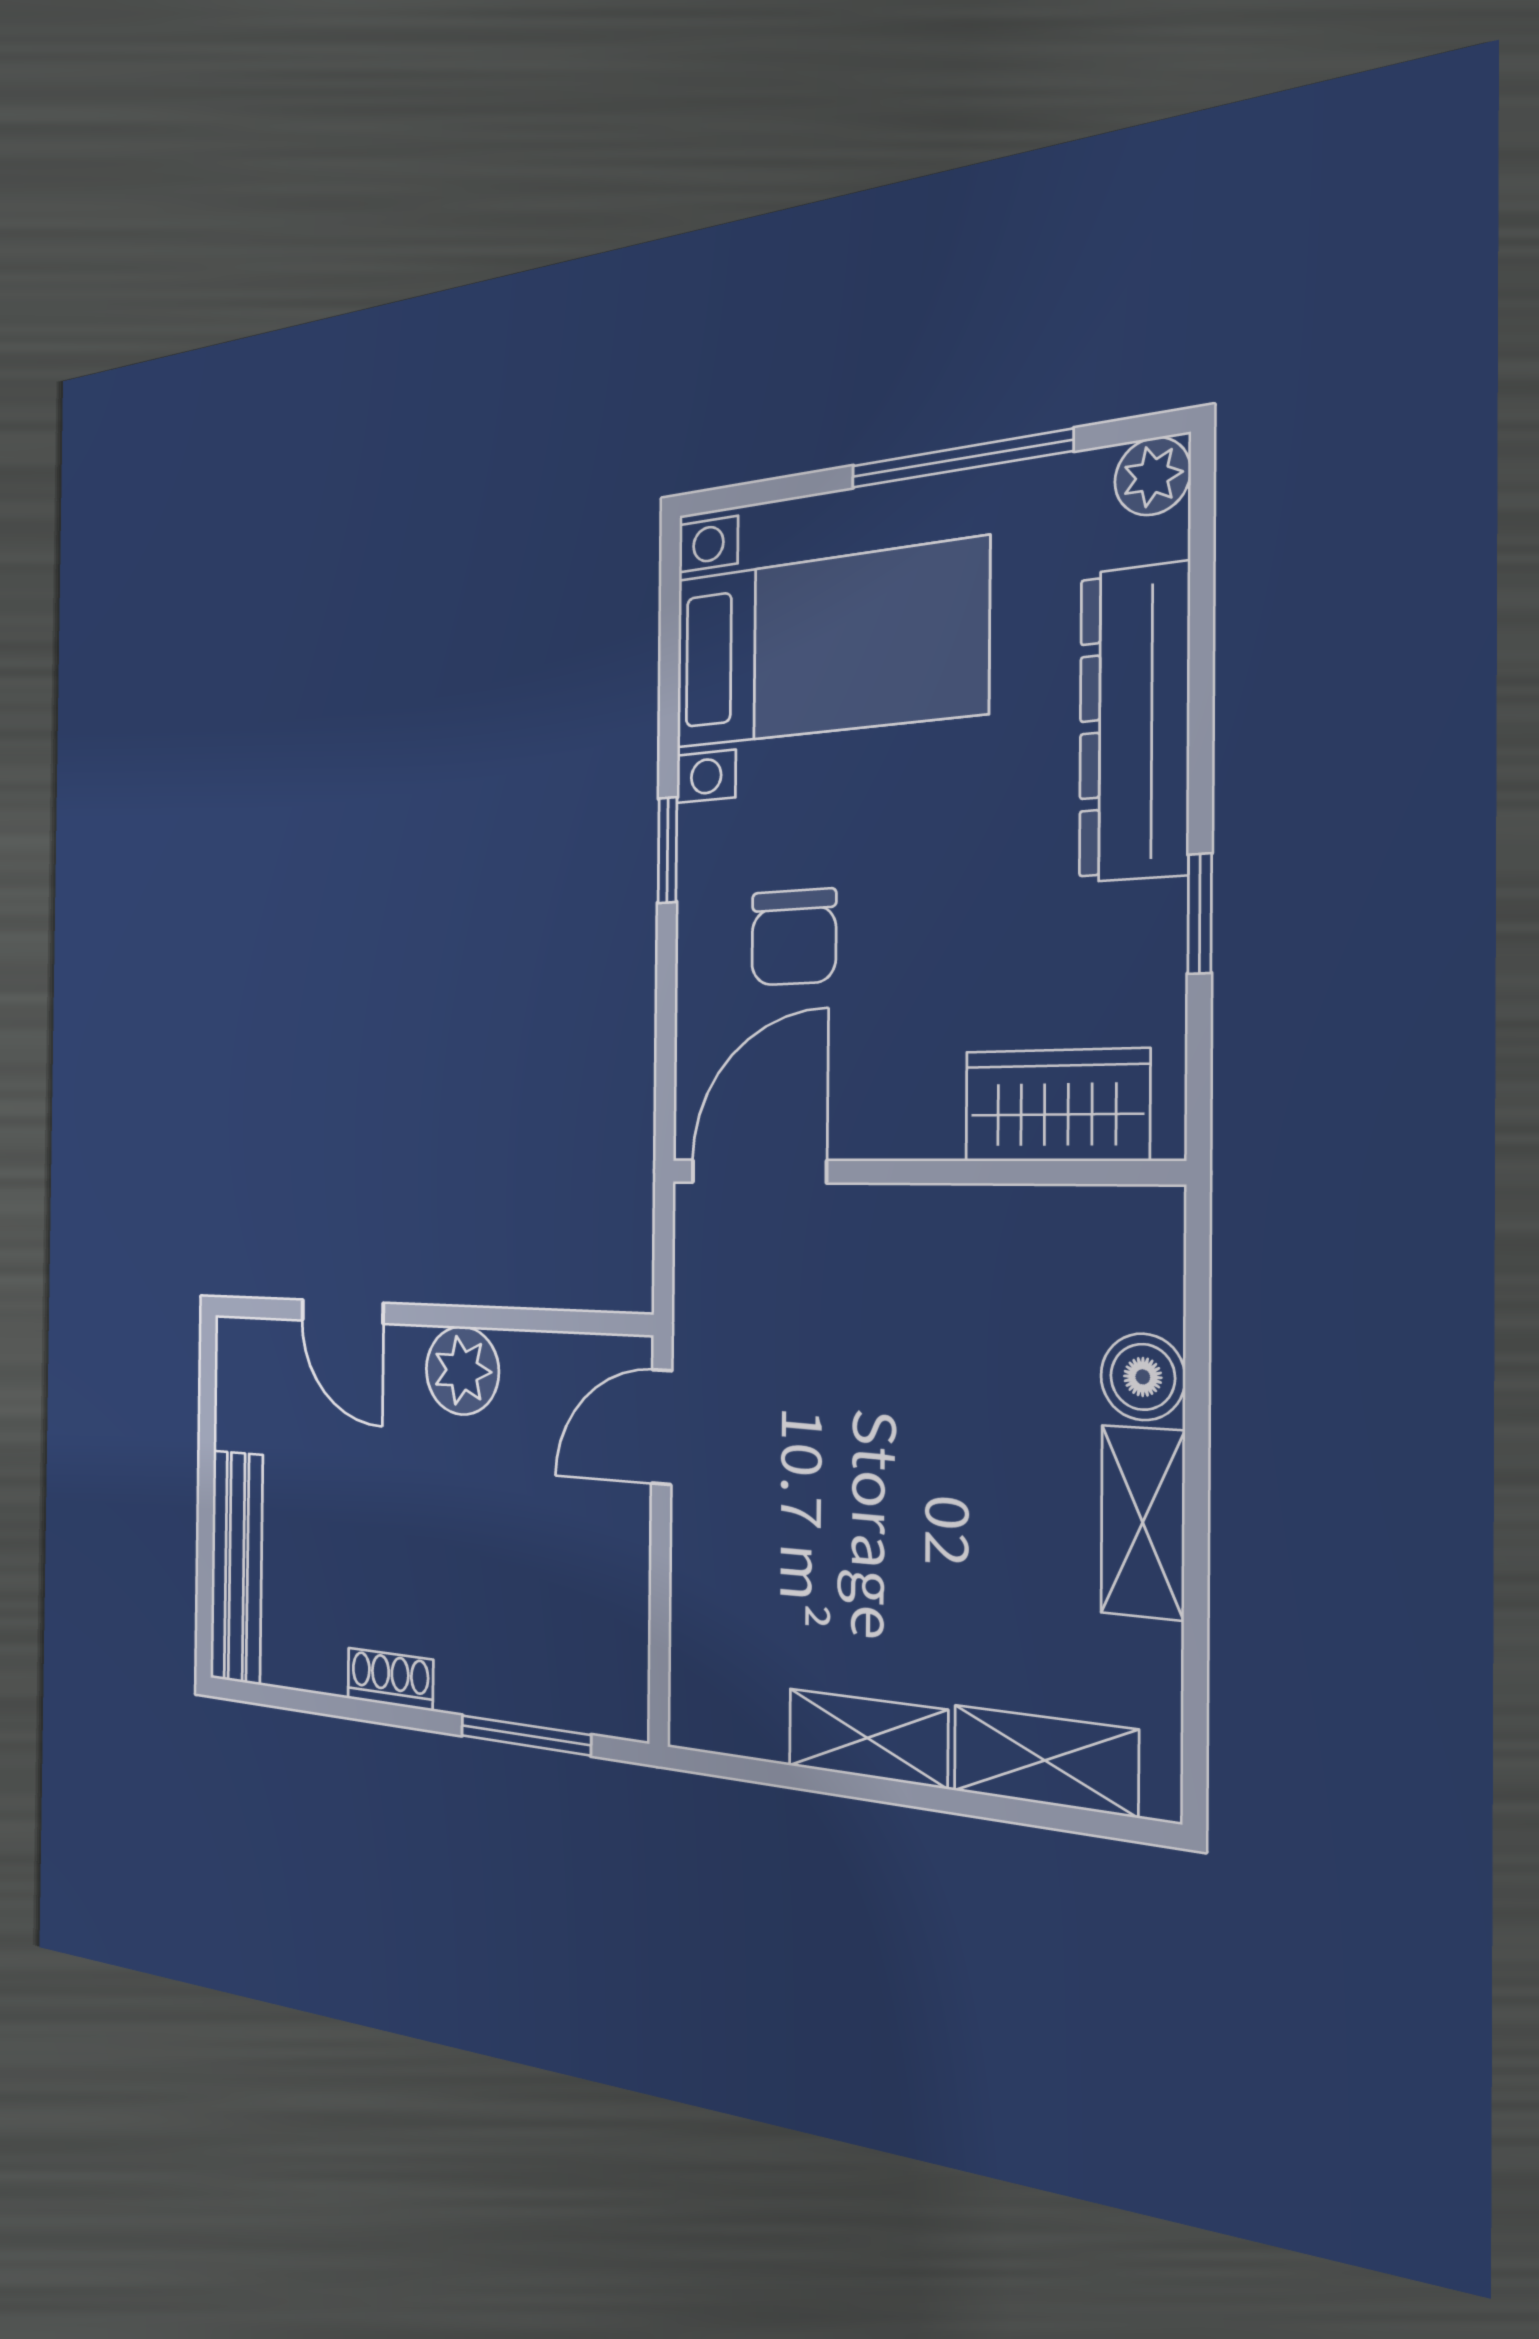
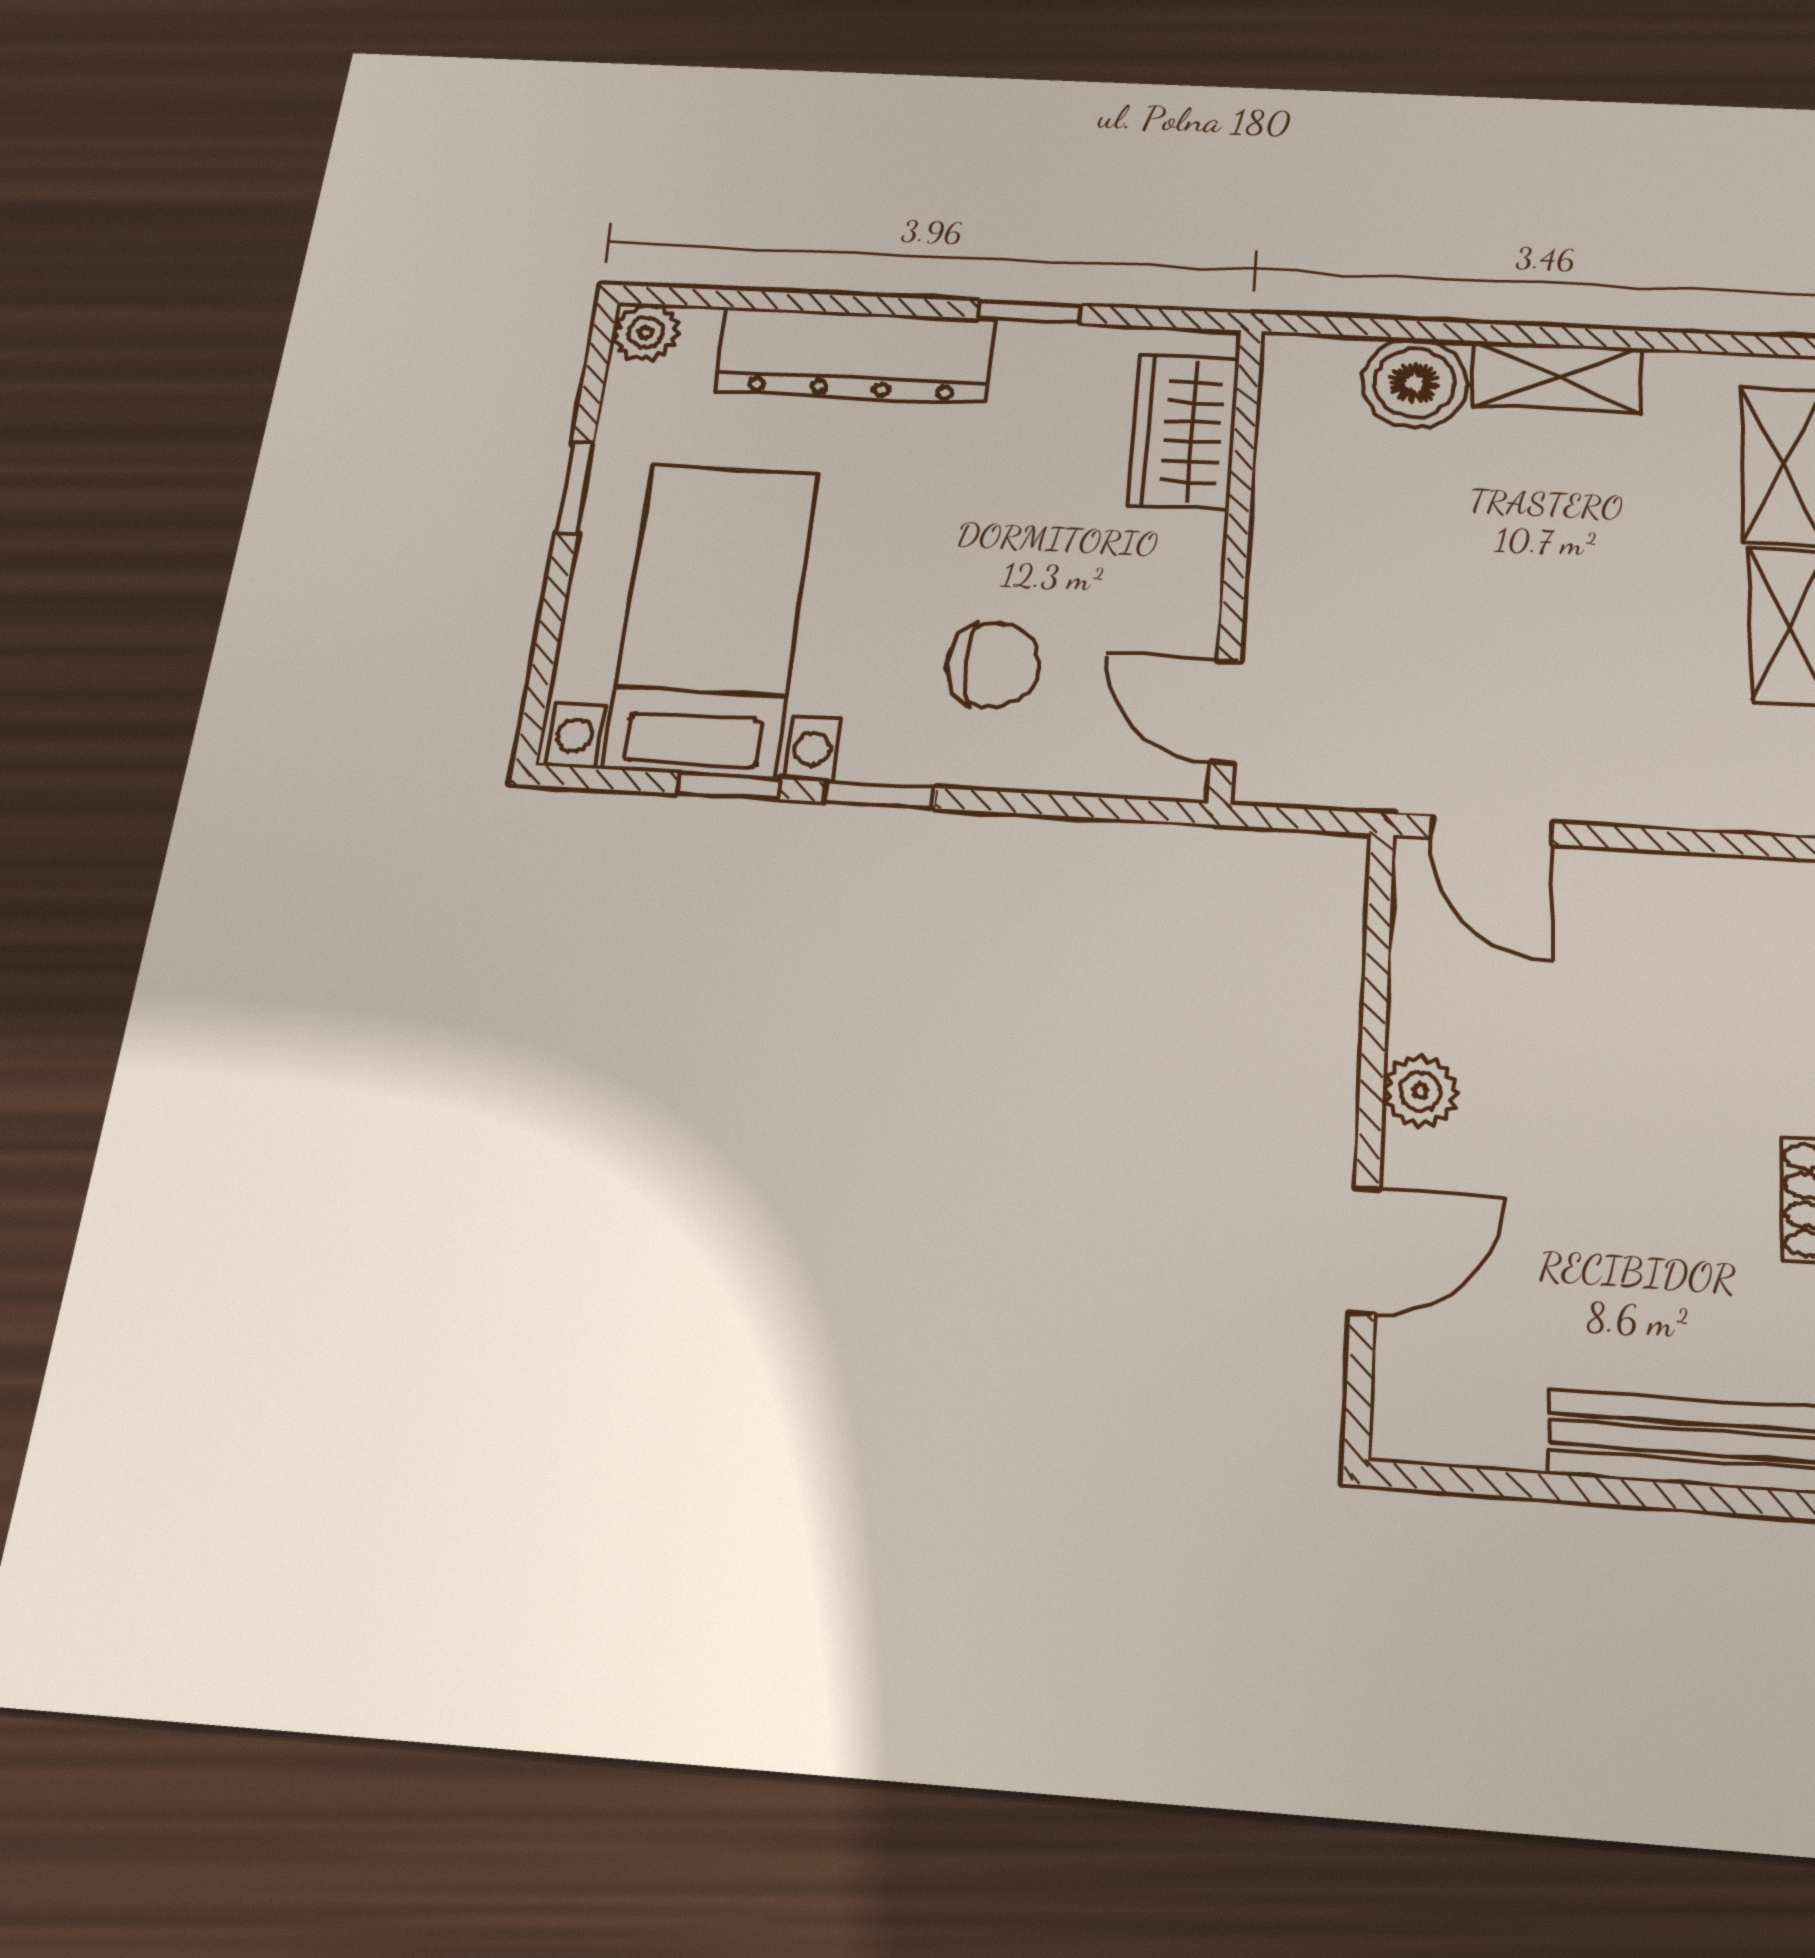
window: (960, 459) -> (575, 488), width x0.46
window: (669, 705) -> (729, 786), added
door: (759, 1171) -> (1226, 711), width x0.73
plant: (462, 1371) -> (1421, 1091), width x0.73, depth x0.73
boiler: (1143, 1377) -> (1414, 383), width x1.36, depth x1.36

